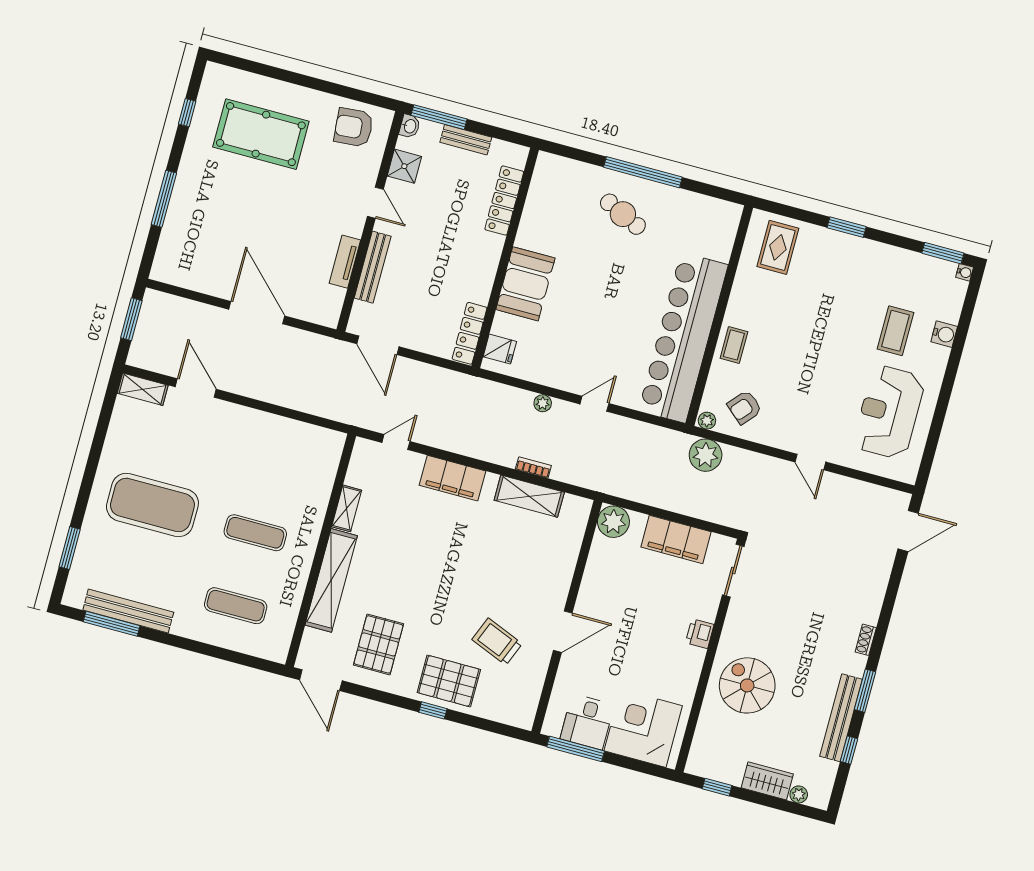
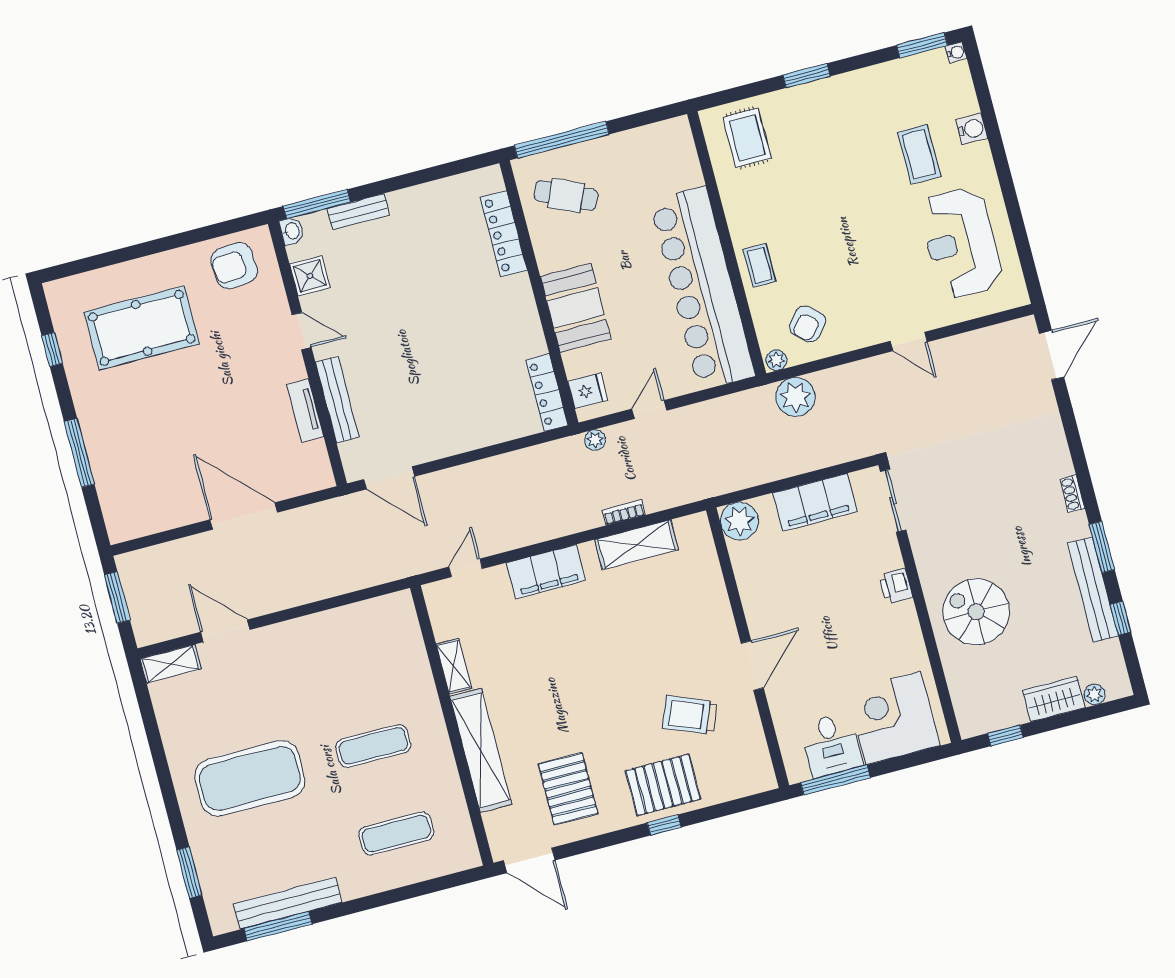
locker: (504, 201) -> (504, 234), moved
wall: (505, 258) -> (539, 293), moved
booth: (525, 284) -> (576, 308), moved
locker: (470, 333) -> (547, 393), moved
fridge: (500, 349) -> (588, 391), moved

